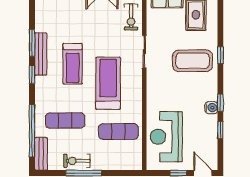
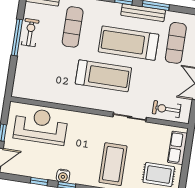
treadmill: (73, 64) -> (129, 43), width x1.37, depth x1.38
exercise mat: (118, 131) -> (176, 43), moved

